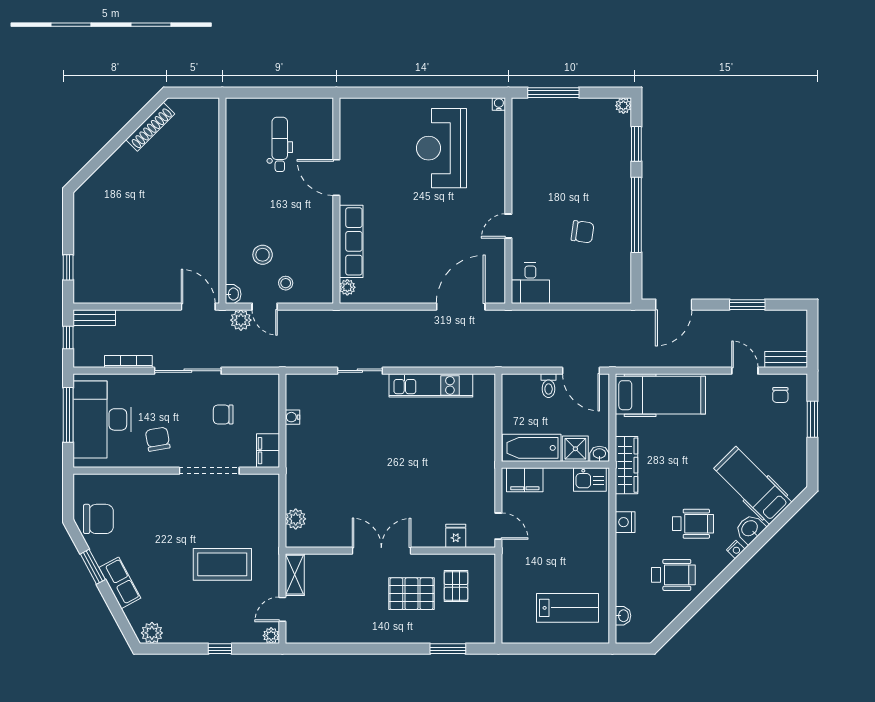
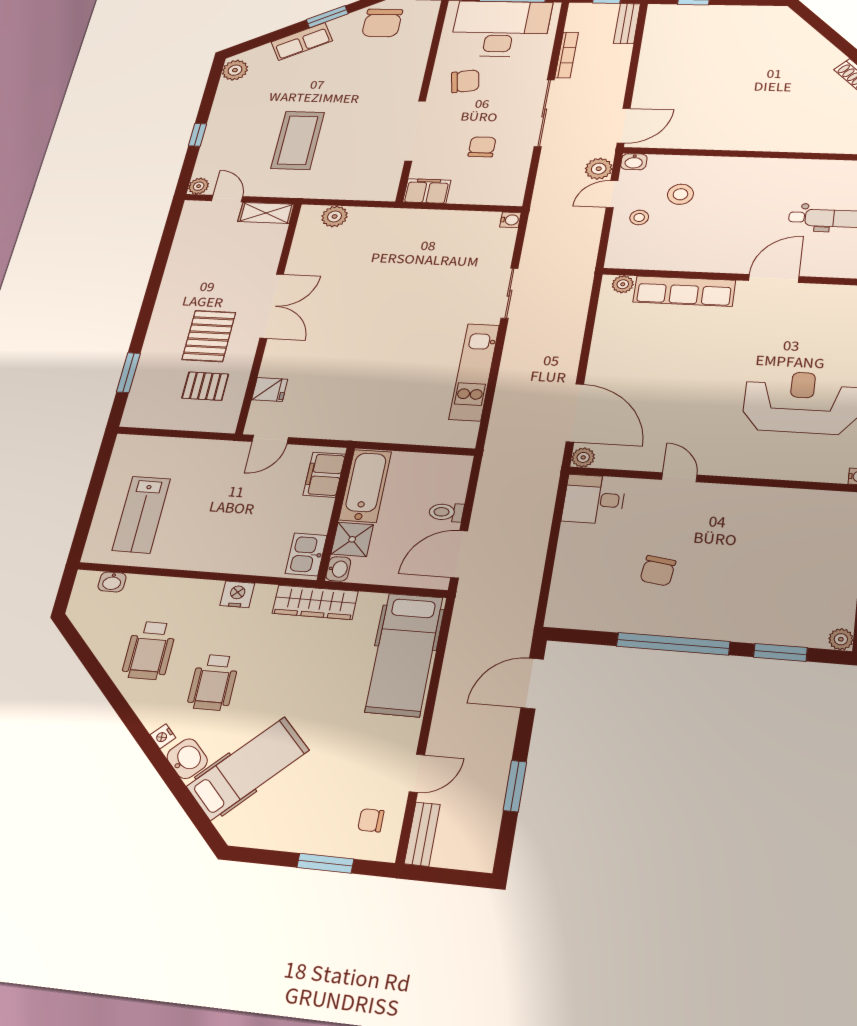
plant: (497, 295) -> (583, 457), added
door: (674, 305) -> (532, 683), hinge flipped
water cooler: (292, 417) -> (510, 220), moved, turned 90

